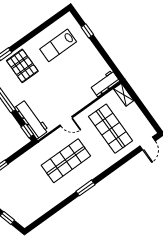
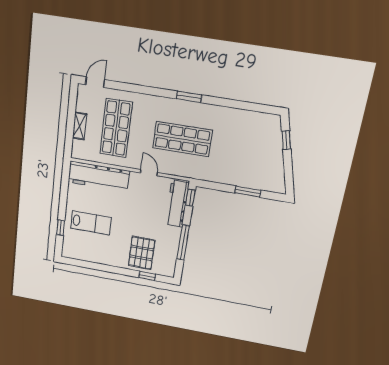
lab bench: (58, 45) -> (91, 223), moved
workbench: (105, 83) -> (99, 176), width x1.88, depth x1.32
shelving: (124, 95) -> (80, 126), moved

